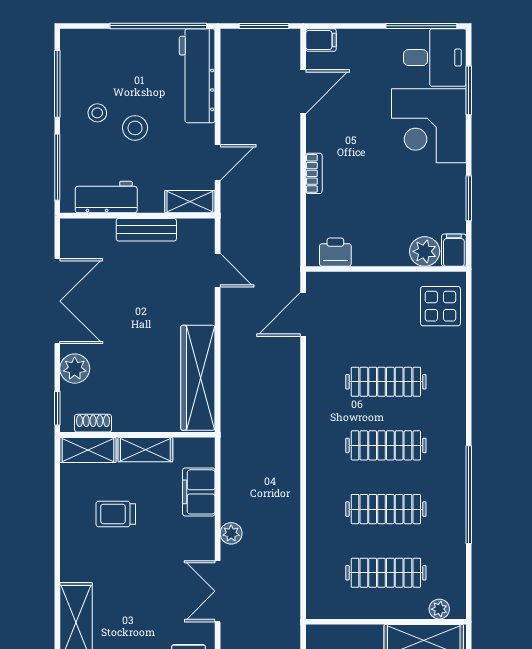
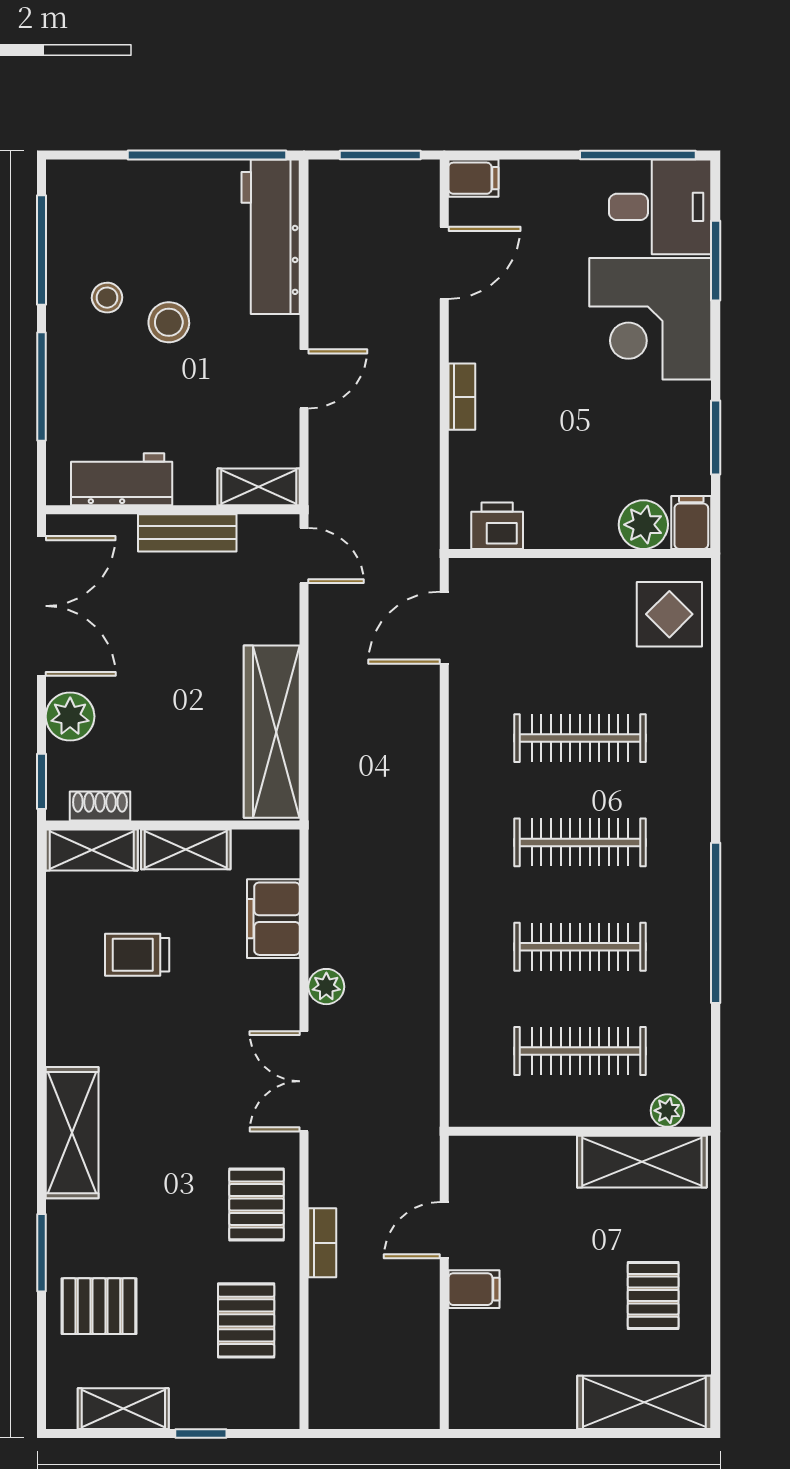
workbench: (106, 197) -> (122, 479), moved
shelving: (190, 202) -> (259, 487), moved
wall: (137, 216) -> (173, 510), moved
bench: (146, 230) -> (187, 533), moved

